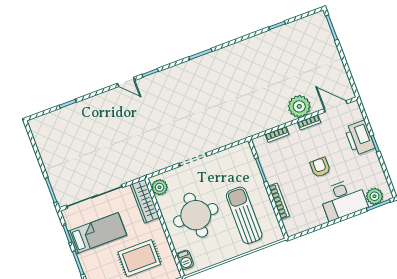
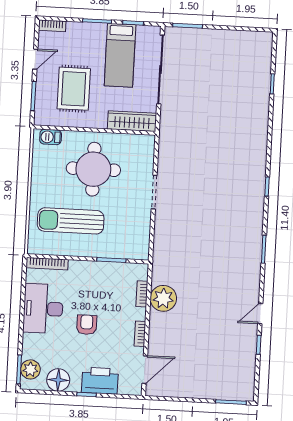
door: (126, 82) -> (260, 314), moved
plant: (299, 106) -> (163, 298), moved
armchair: (320, 167) -> (87, 325), turned -90
floor lamp: (373, 171) -> (58, 380), added
plant: (160, 187) -> (140, 143), removed
desk: (343, 199) -> (43, 309), moved
bookcase: (279, 201) -> (47, 264), moved
sun lounger: (244, 215) -> (71, 221), turned 180

